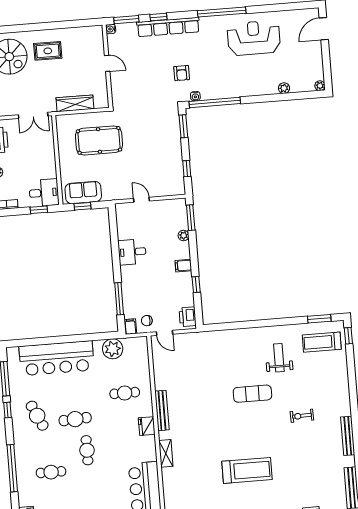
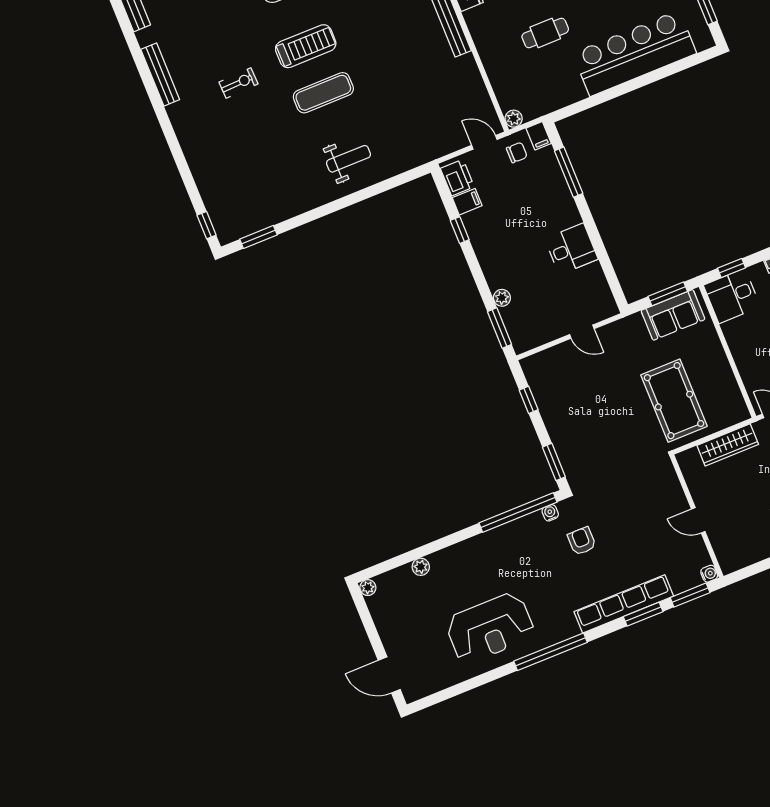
window: (158, 17) -> (643, 614), width x1.50
door: (324, 29) -> (389, 675), swing flipped
pool table: (99, 140) -> (674, 401), turned 90
window: (82, 206) -> (668, 294), width x1.50
filing cabinet: (183, 266) -> (467, 202), moved
treadmill: (322, 342) -> (306, 46), moved
plant: (113, 349) -> (514, 119), moved, width x0.53, depth x0.53
weight bench: (279, 358) -> (348, 159), moved, turned -90
cafe table: (125, 393) -> (545, 33), moved

